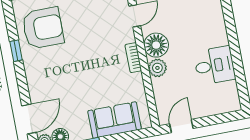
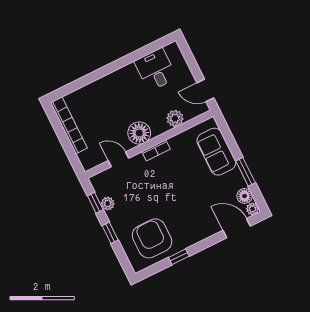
desk: (215, 65) -> (155, 70), moved
plant: (157, 68) -> (175, 118), moved

